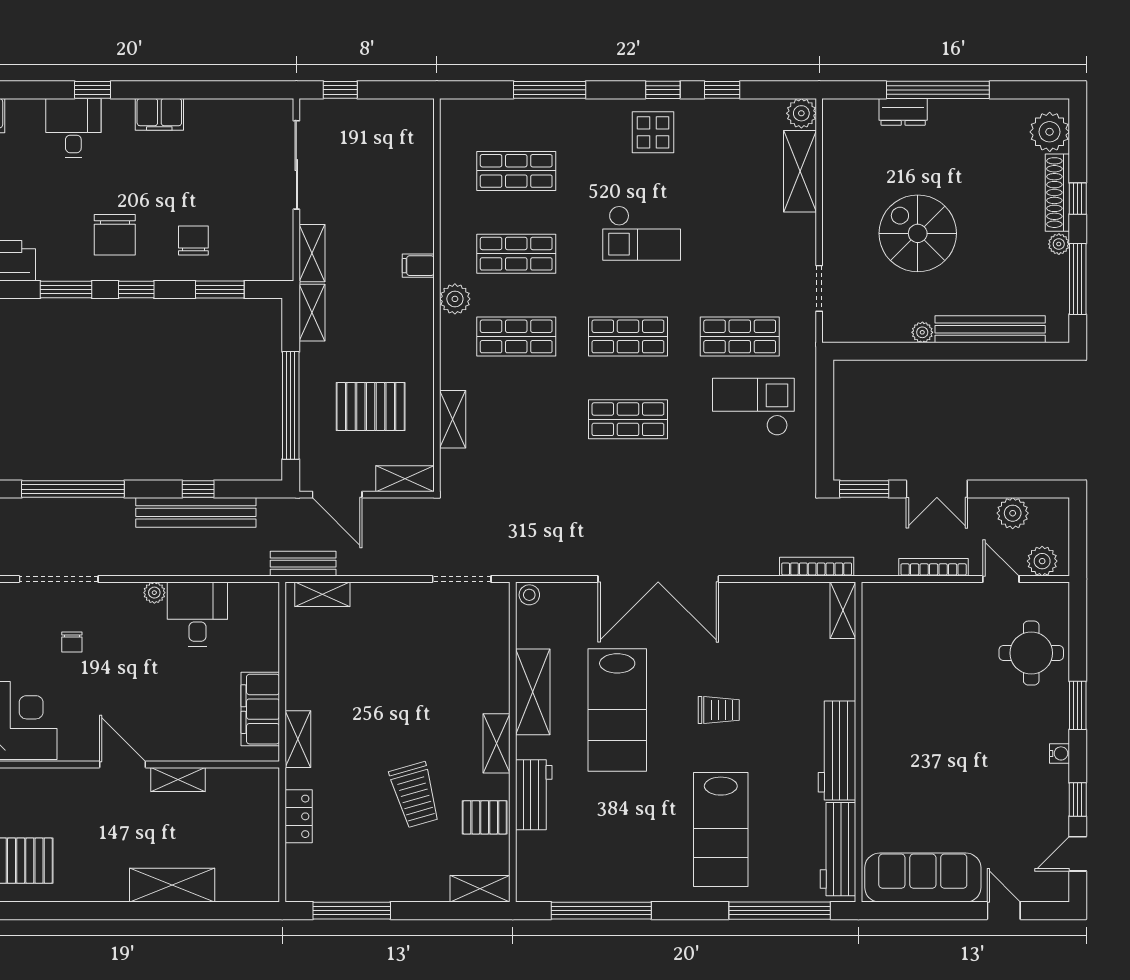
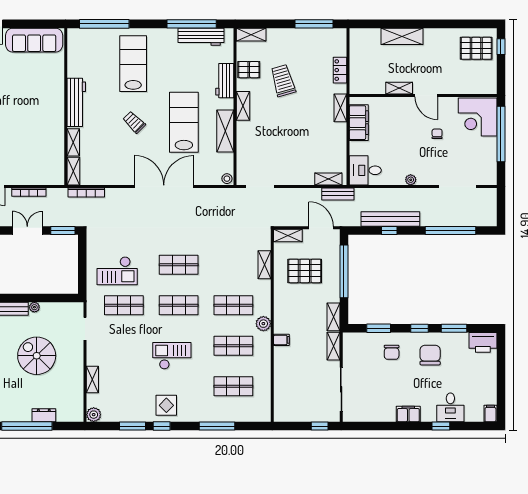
window: (722, 90) -> (132, 426), width x1.50
shelving: (800, 171) -> (92, 379), width x0.67, depth x0.75
spiral stairs: (918, 233) -> (37, 356), turned 180
desk: (197, 614) -> (365, 170), moved, turned 90
chair: (72, 642) -> (437, 134), moved
shelving: (843, 669) -> (73, 142), added
trolley: (719, 710) -> (134, 122), turned 45
workbench: (838, 849) -> (201, 37), moved, turned 90

